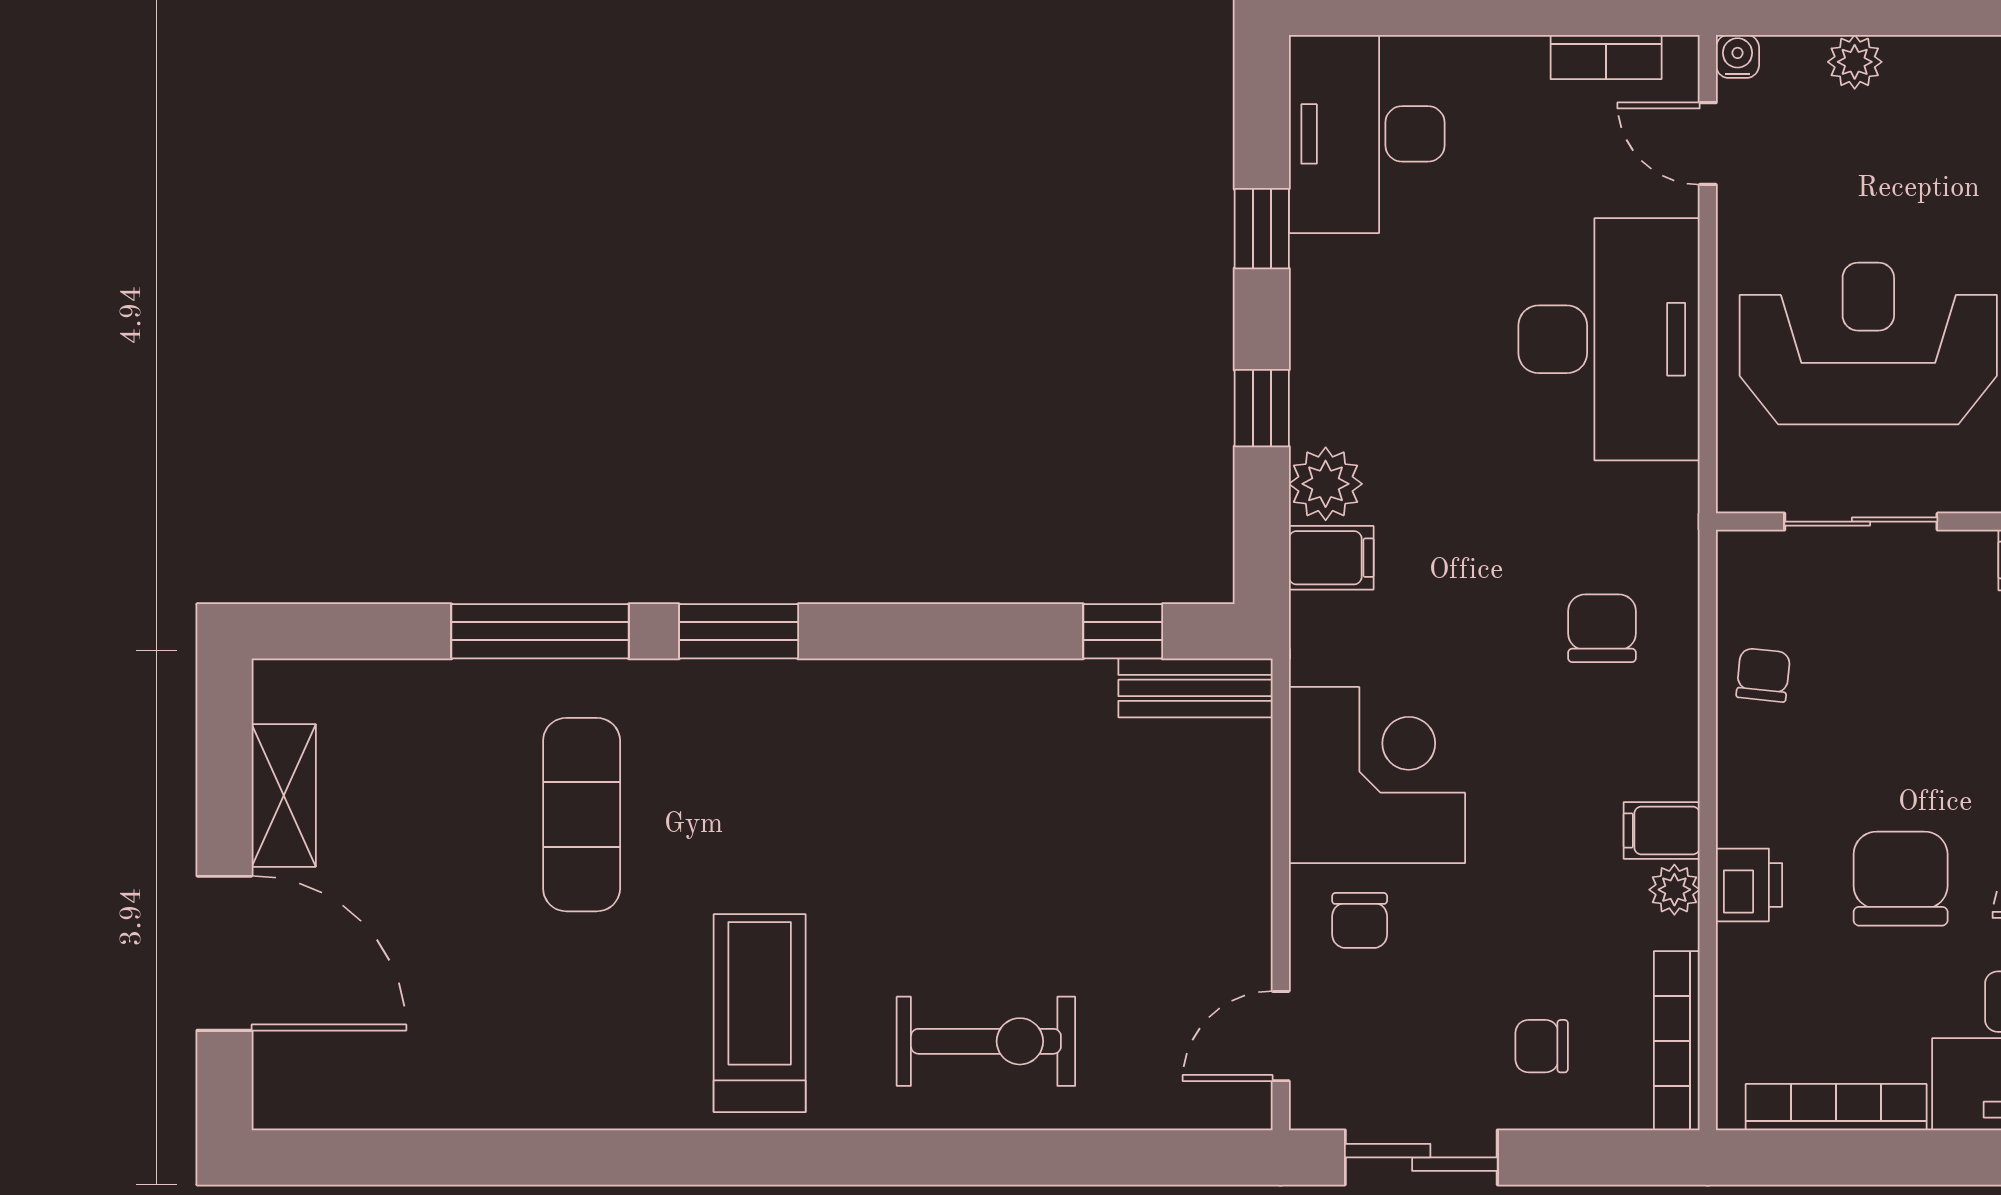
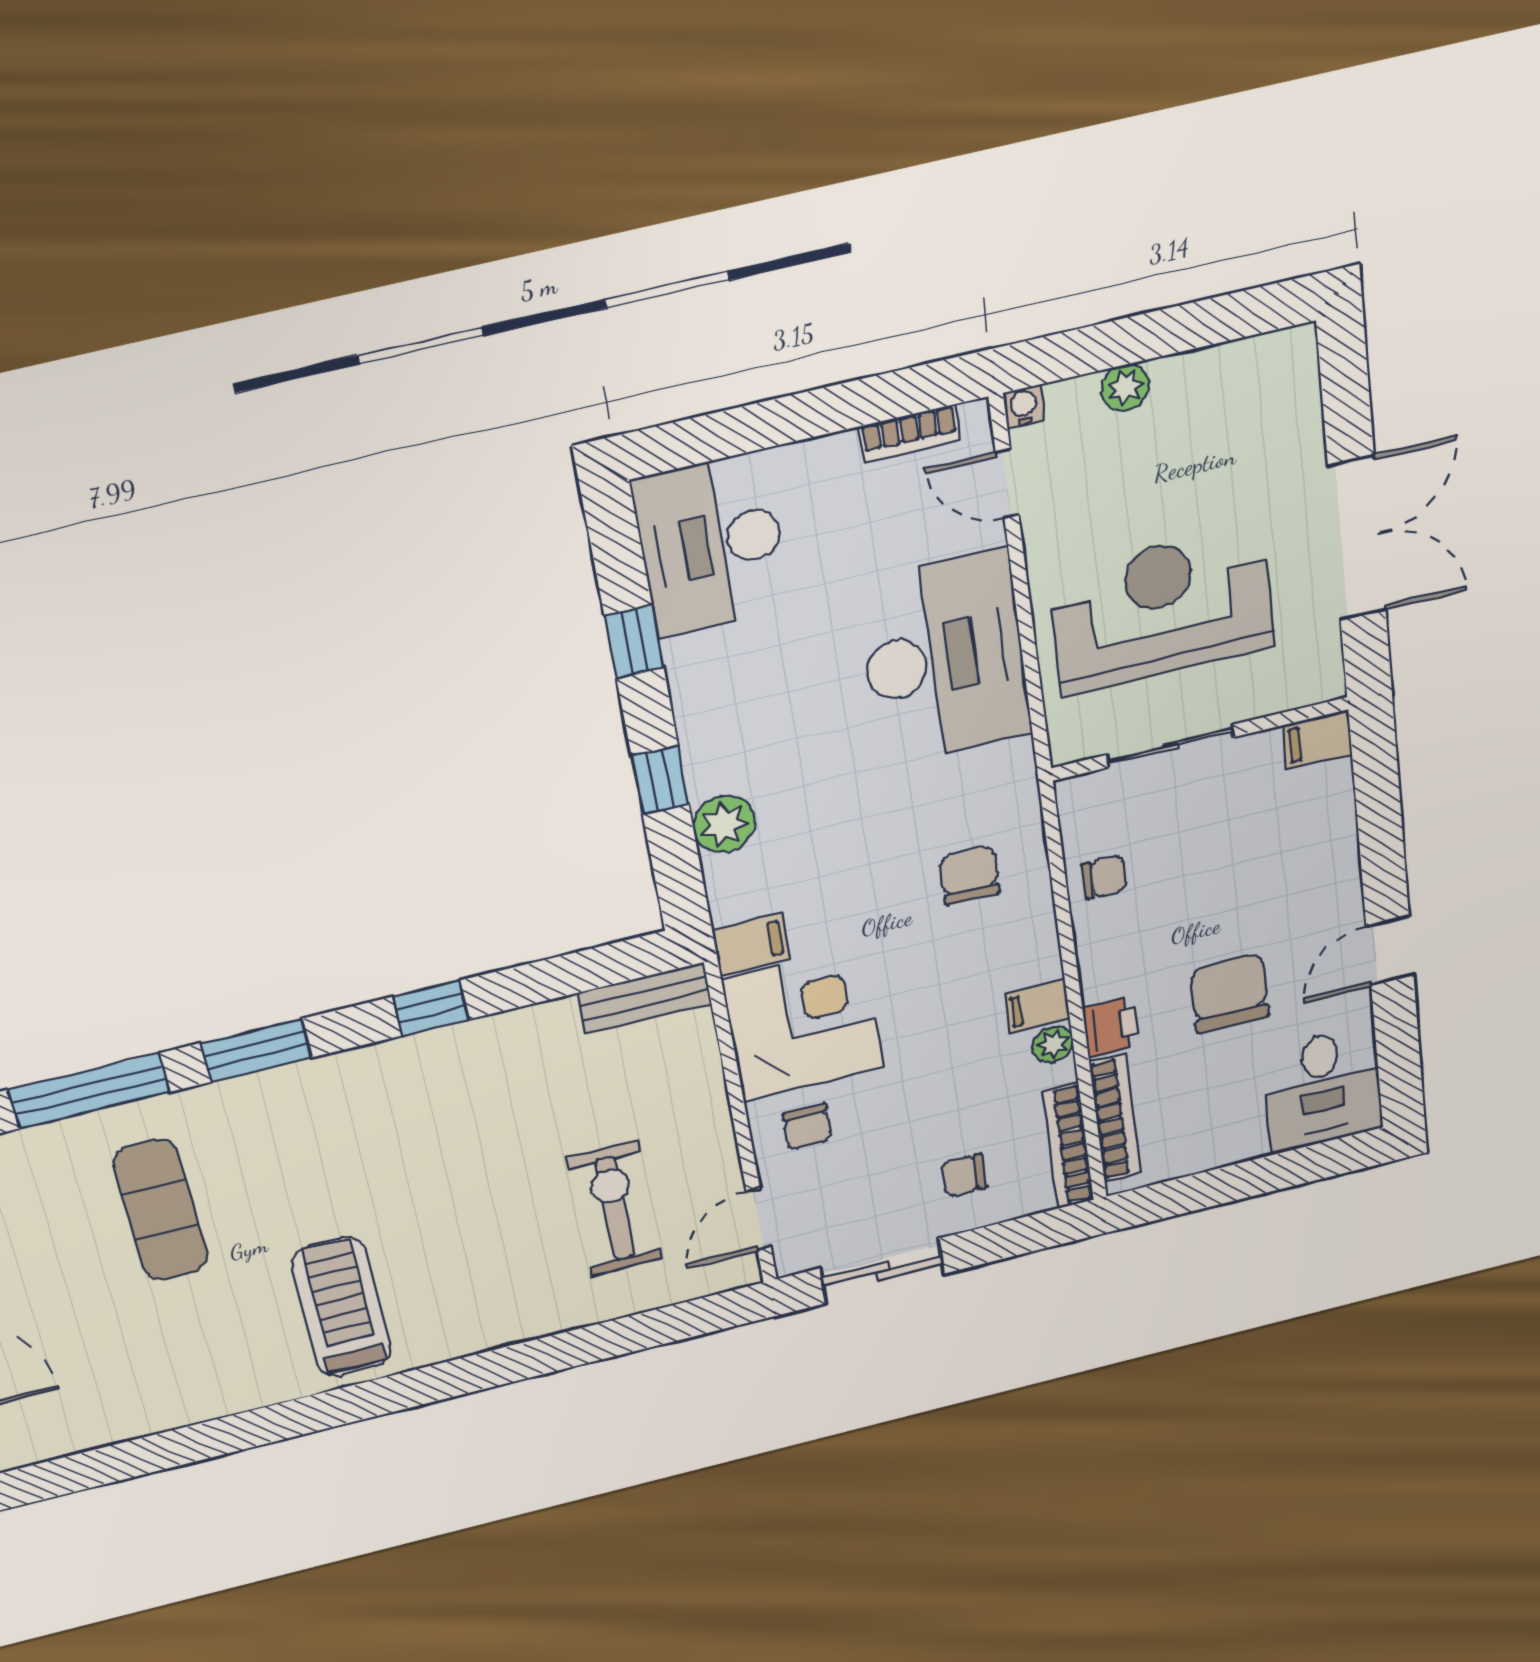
filing cabinet: (1331, 558) -> (751, 944), moved
window: (1123, 631) -> (431, 1008), moved
chair: (1763, 675) -> (1104, 877), turned 84
exercise bike: (986, 1041) -> (615, 1208), moved, turned -90
bookcase: (1836, 1107) -> (1115, 1118), moved, turned 90

